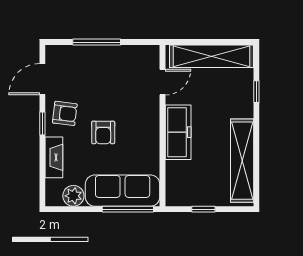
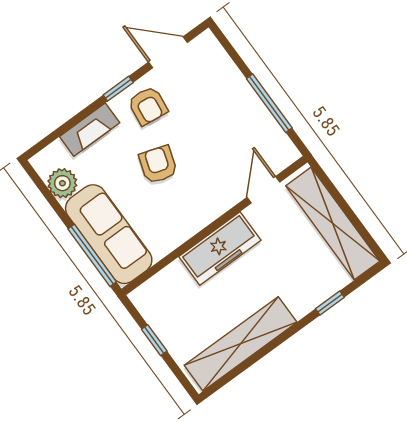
window: (97, 42) -> (269, 103), moved
door: (162, 82) -> (263, 190), swing flipped
armchair: (103, 132) -> (158, 165), turned 108

